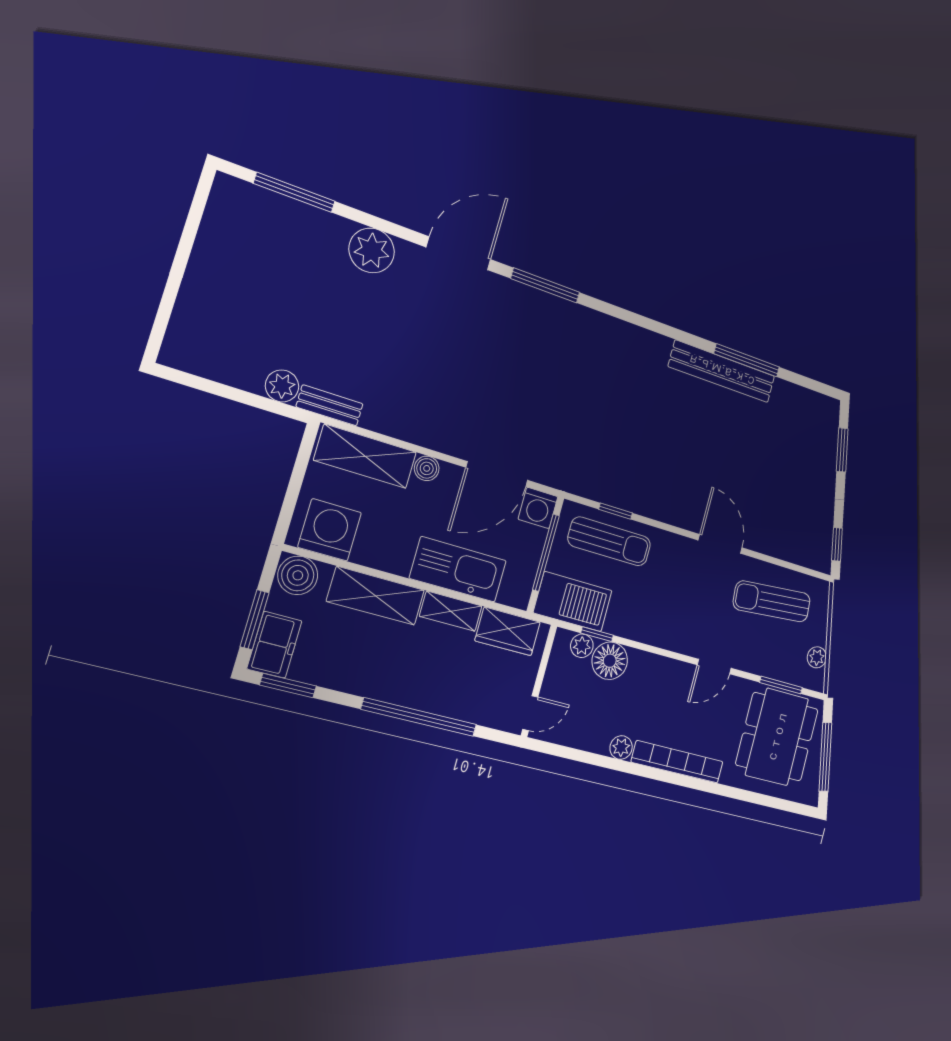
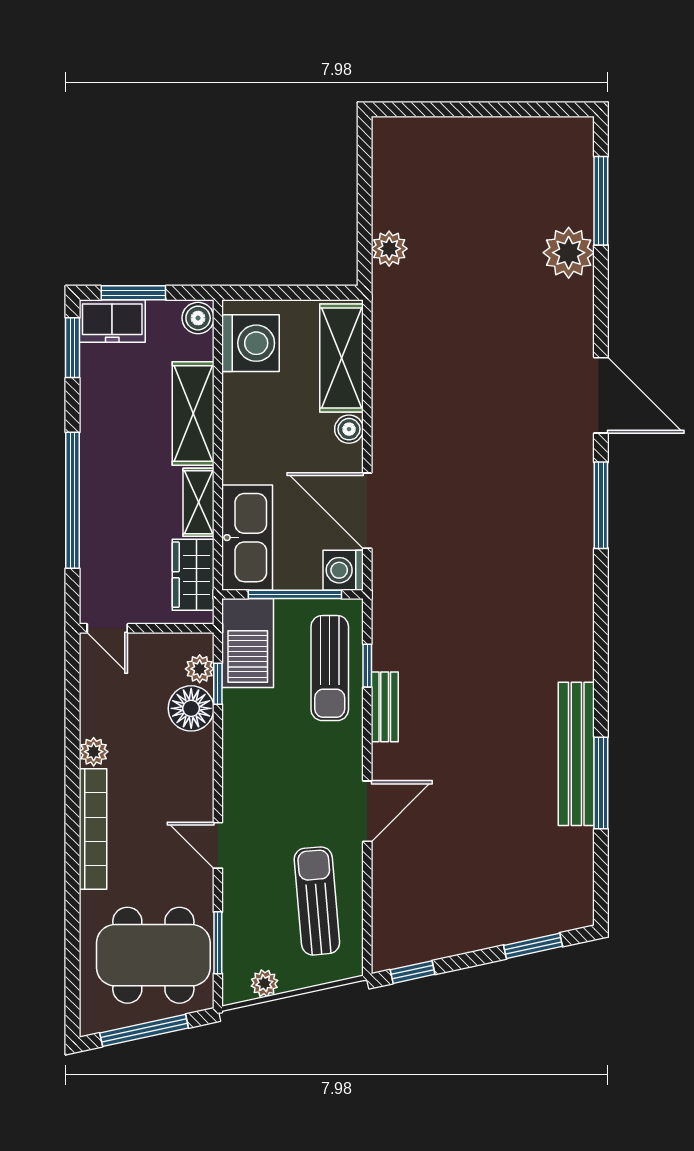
plant: (372, 250) -> (569, 253), moved
bench: (330, 405) -> (385, 707), moved
kitchen sink: (458, 569) -> (247, 538), moved
boiler: (298, 575) -> (198, 318), width x0.73, depth x0.73

